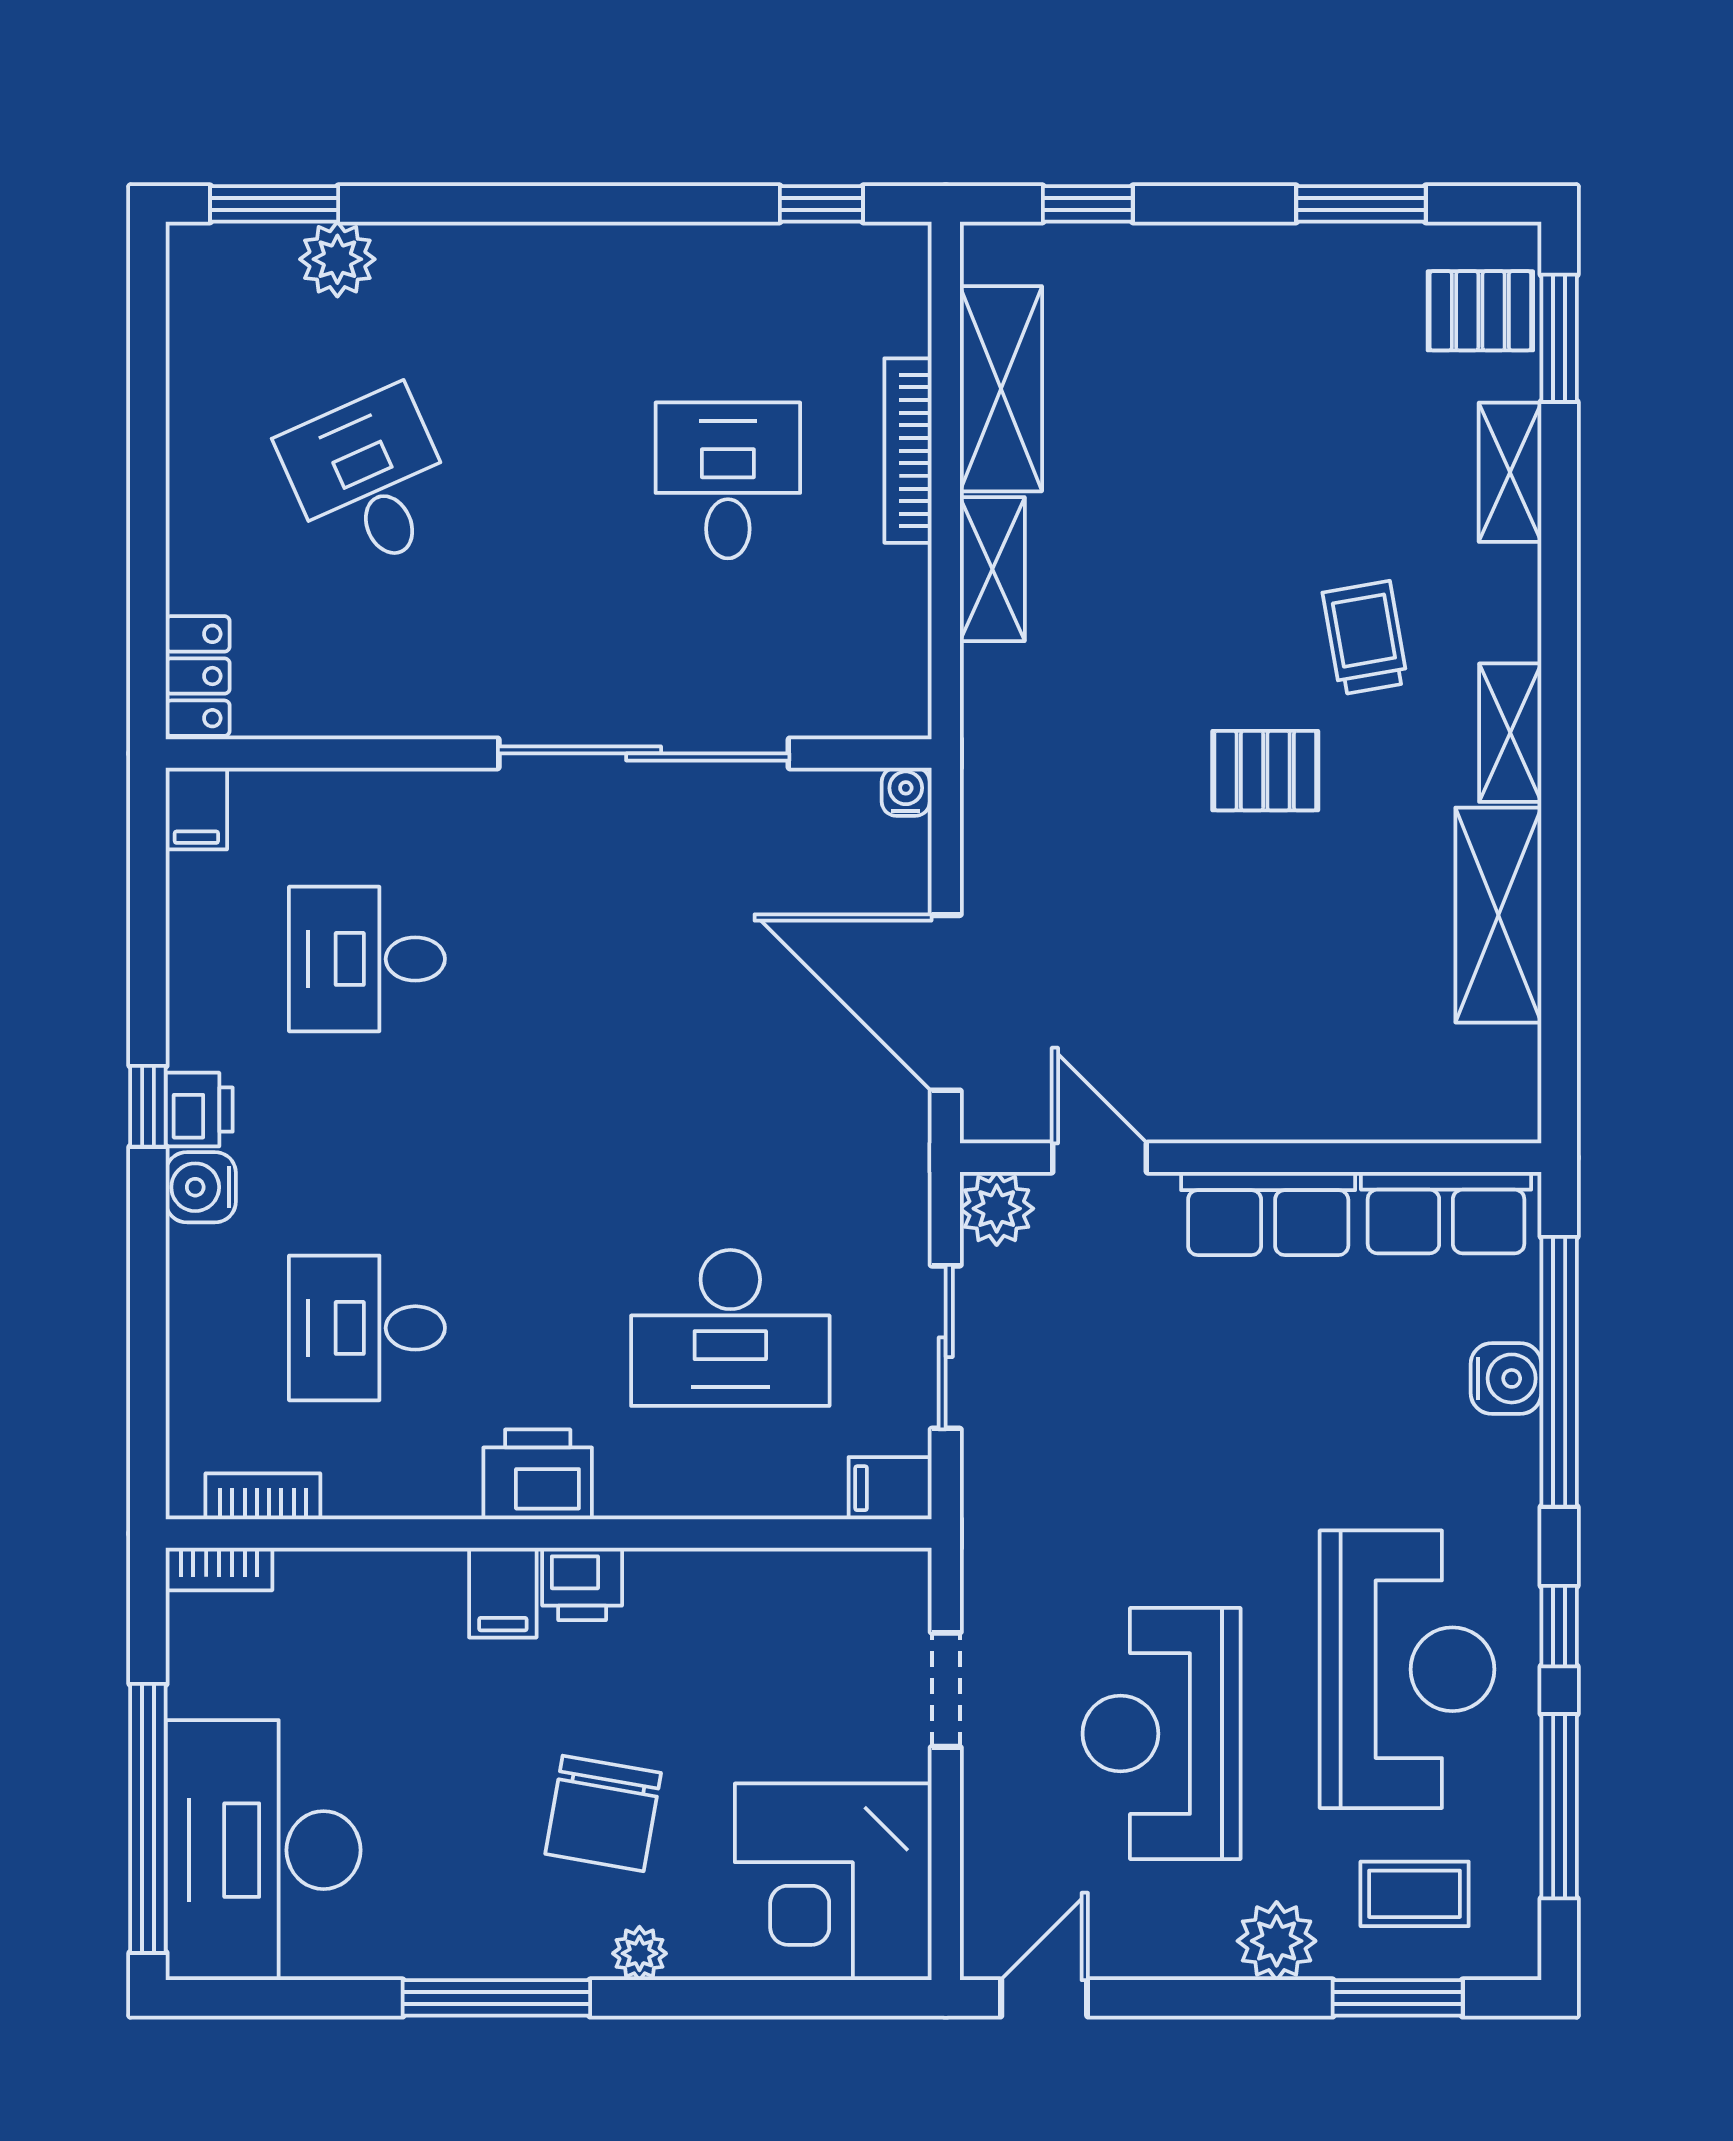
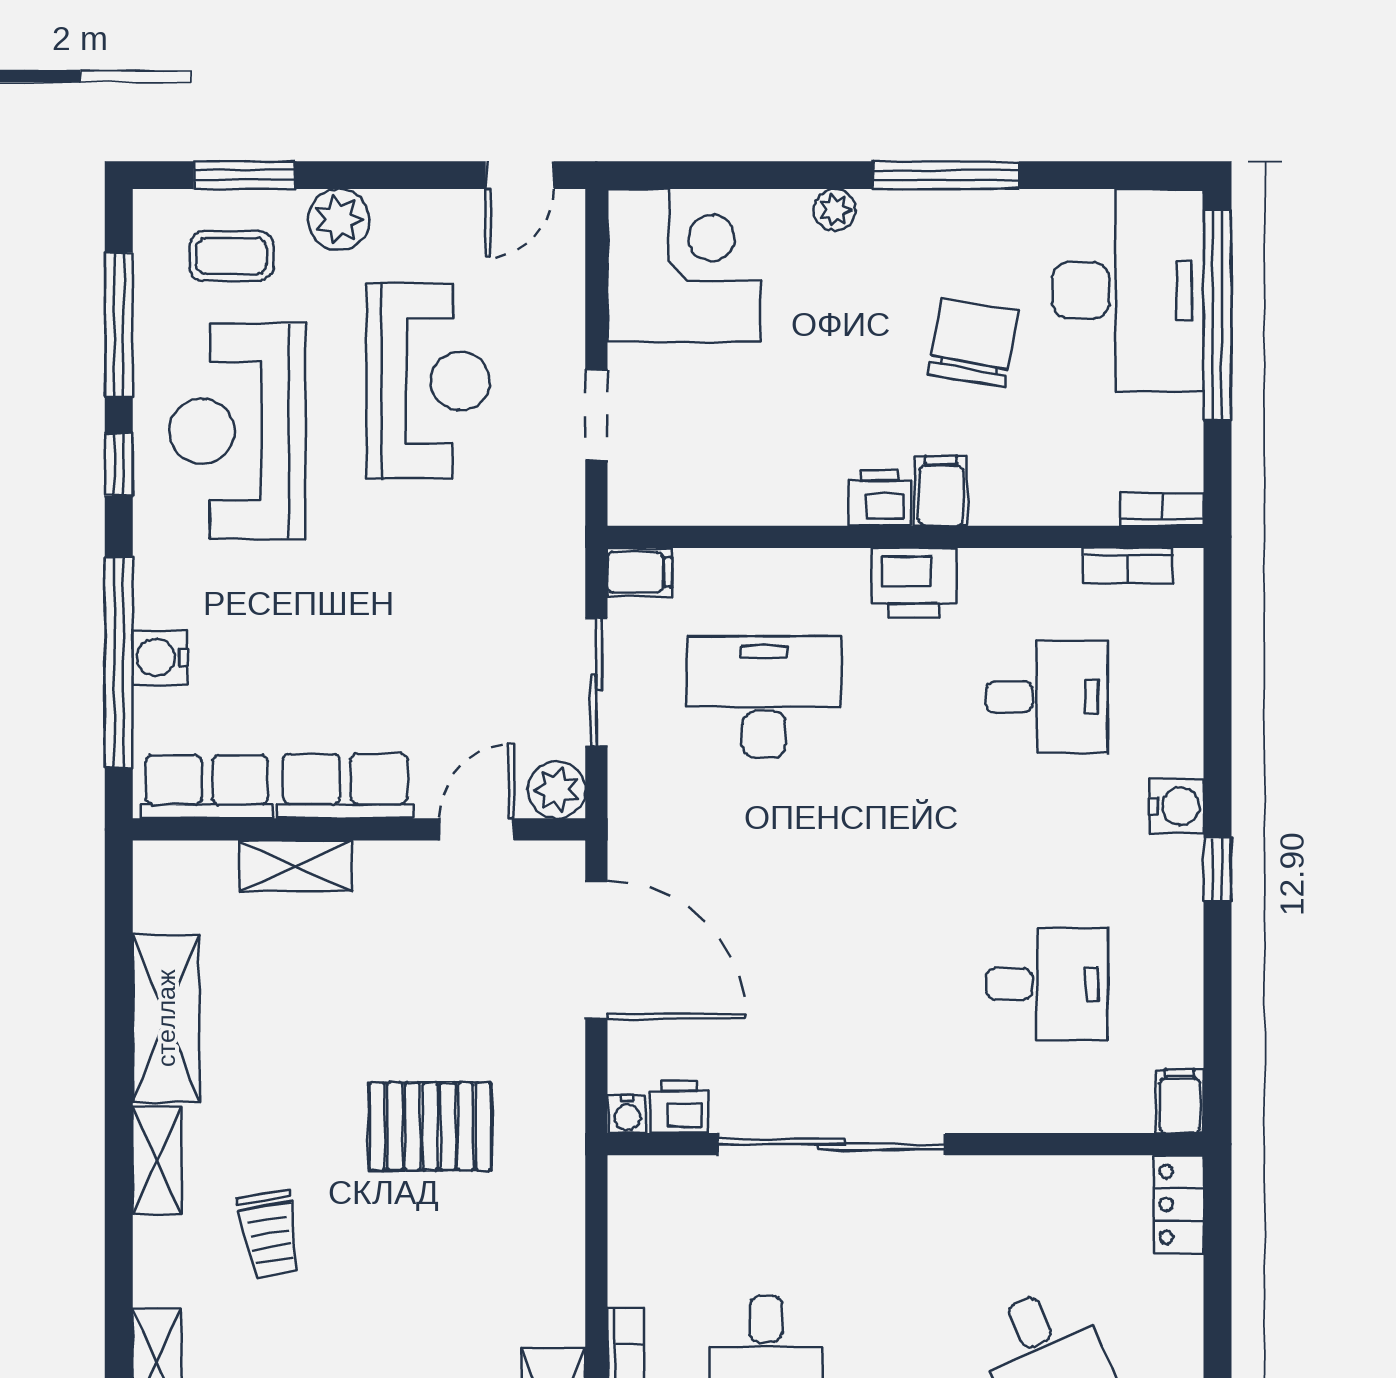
shelving: (992, 569) -> (296, 866), moved, turned 90
pallet: (1265, 771) -> (430, 1126), moved, width x1.50, depth x1.42
printer: (199, 1110) -> (679, 1107), moved, turned 90
door: (1100, 1158) -> (477, 829), swing flipped
chair: (603, 1813) -> (973, 343), moved

